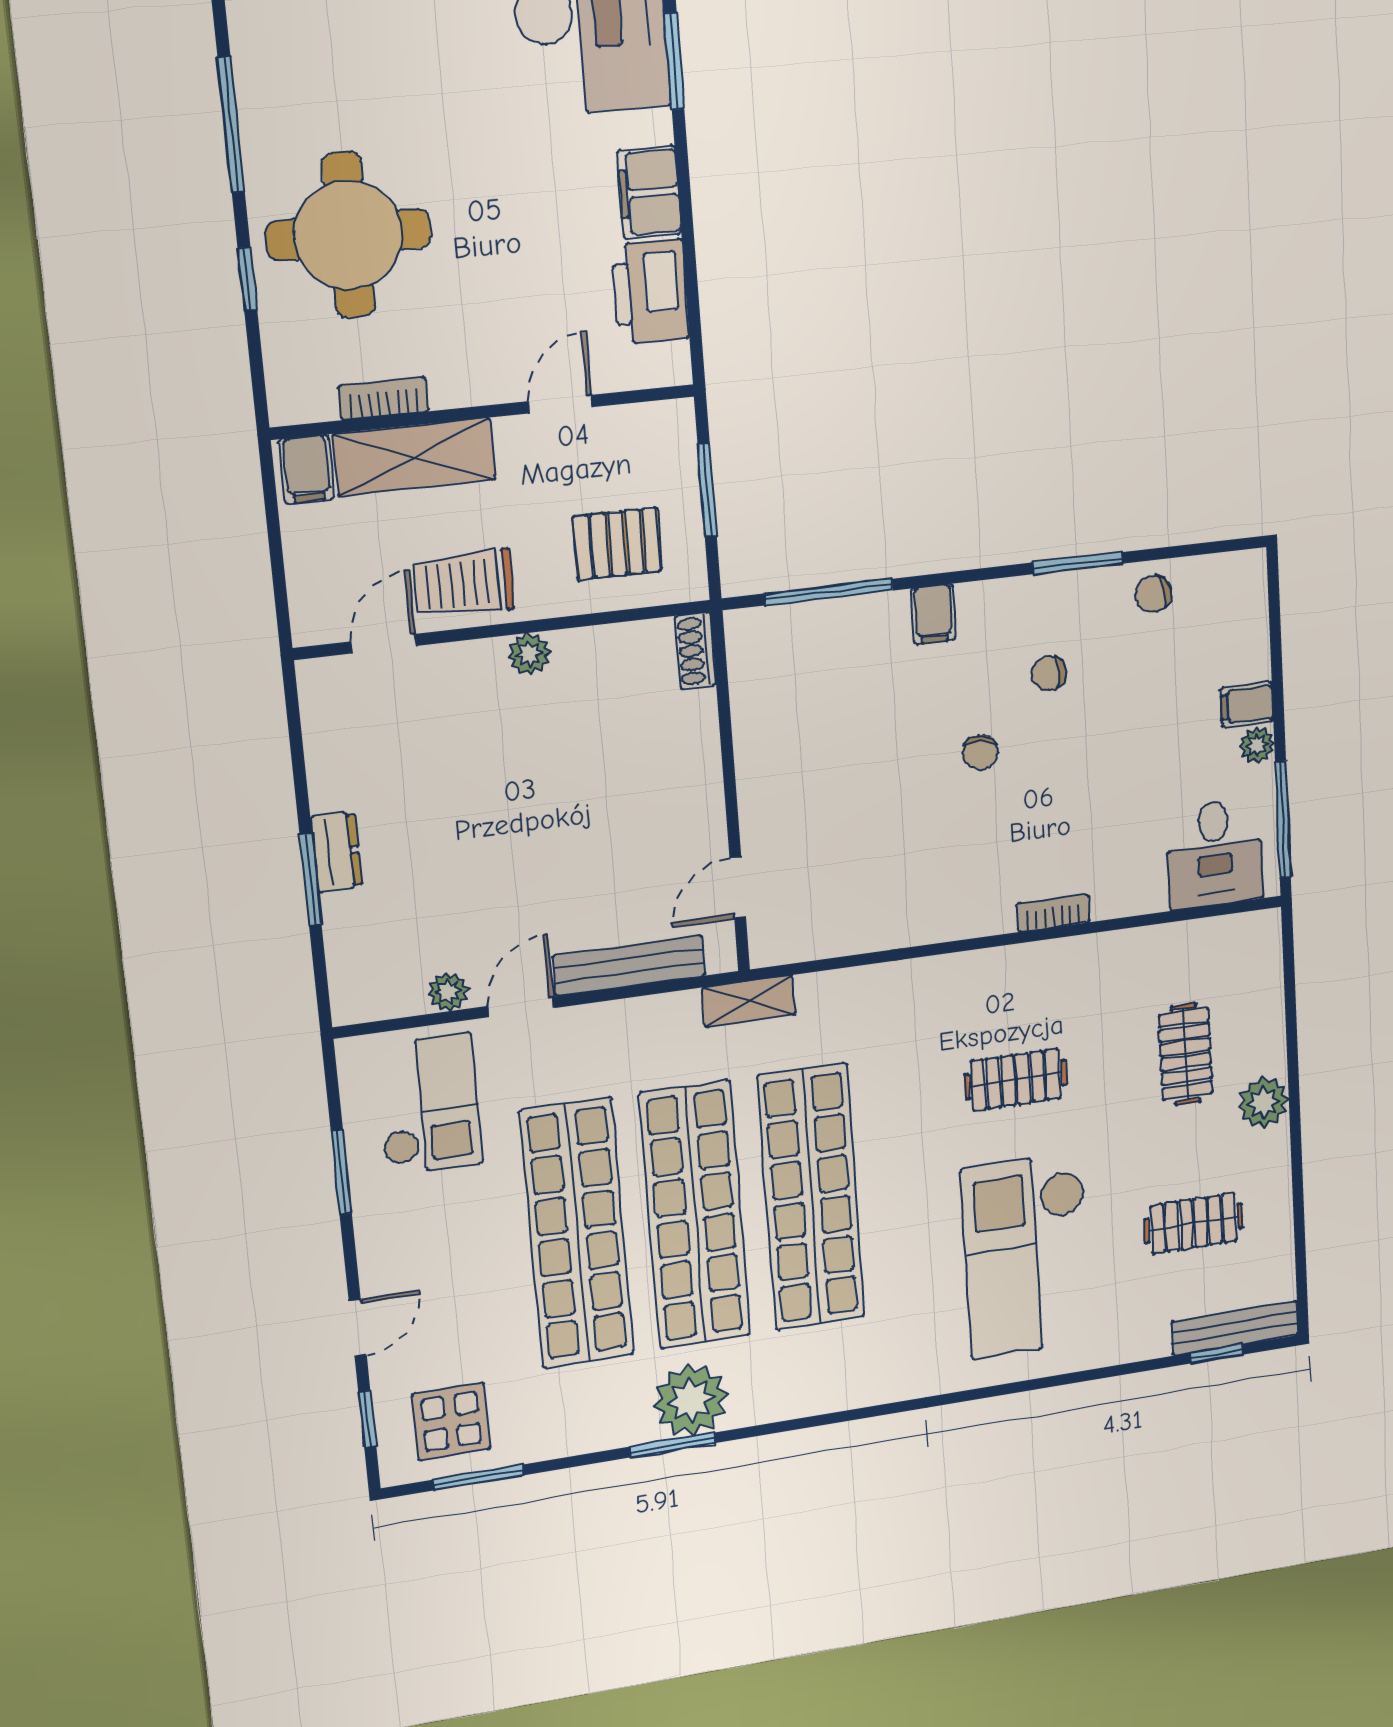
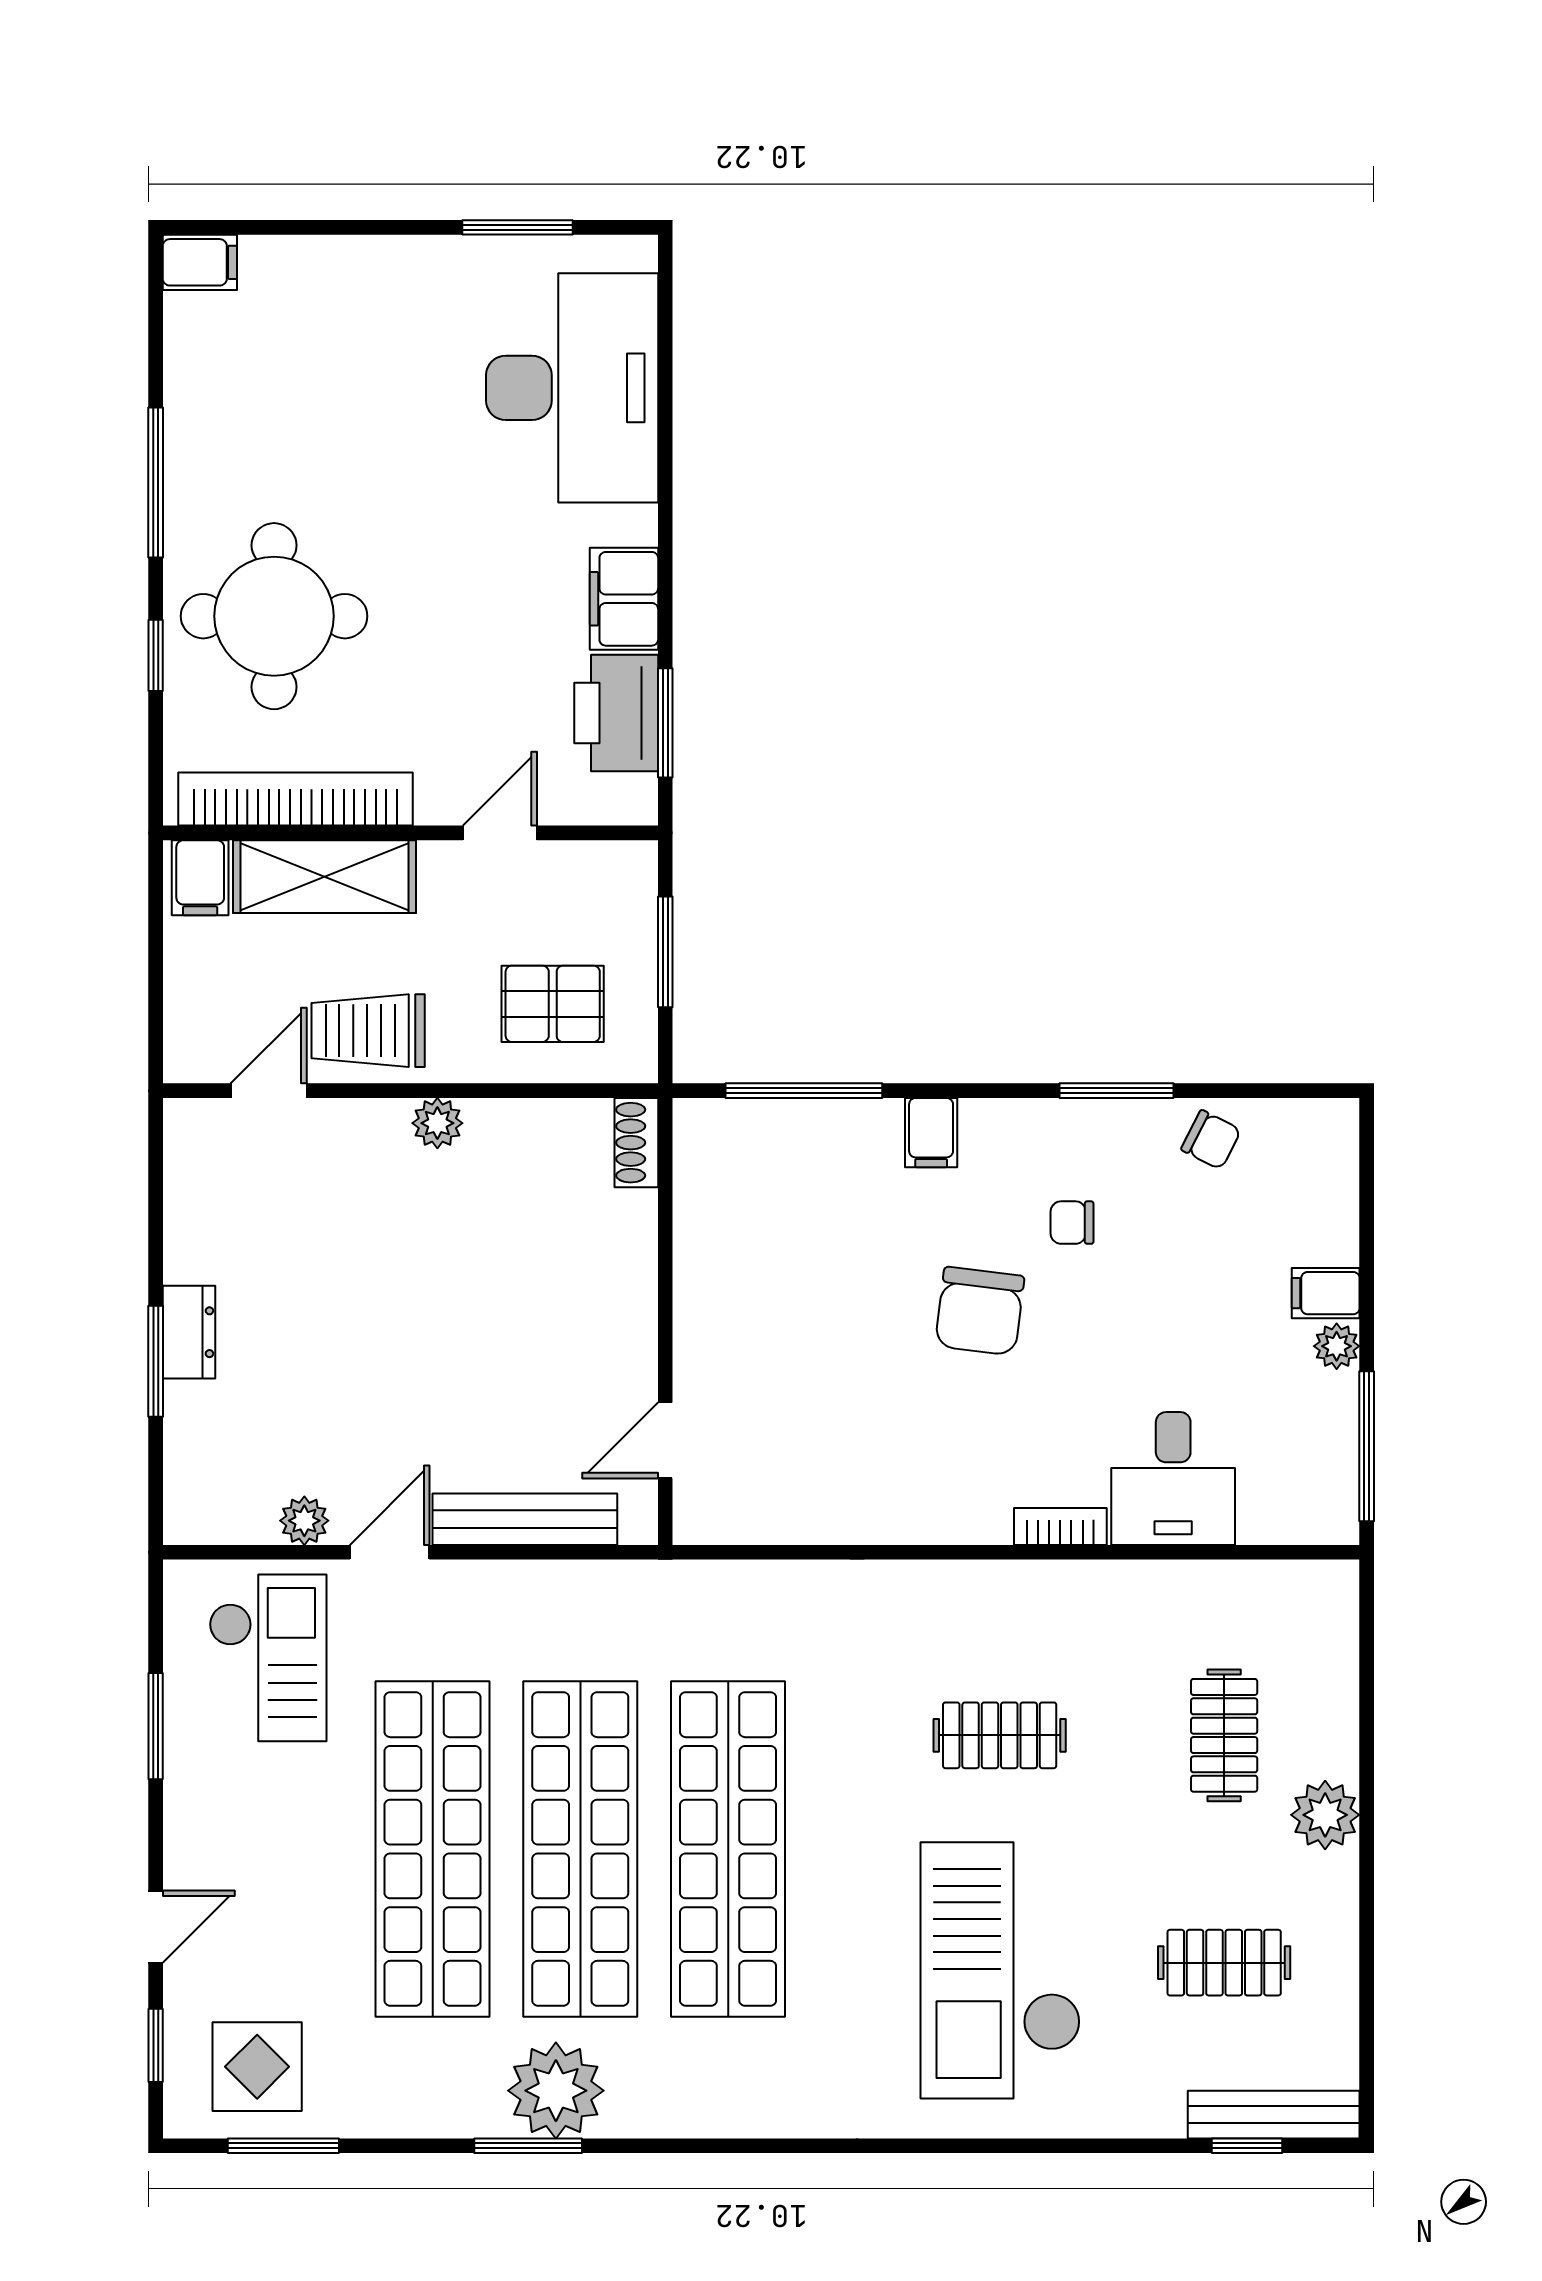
window: (674, 61) -> (665, 723), moved
bookcase: (383, 398) -> (296, 799), width x2.31, depth x1.31
chair: (1154, 594) -> (1211, 1140), turned -141
chair: (981, 753) -> (980, 1311), width x1.87, depth x1.87
desk: (1215, 854) -> (1173, 1478), moved
shelving: (749, 1001) -> (668, 1585), removed

